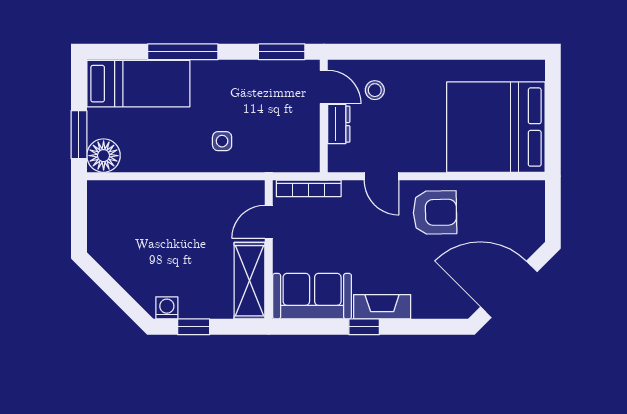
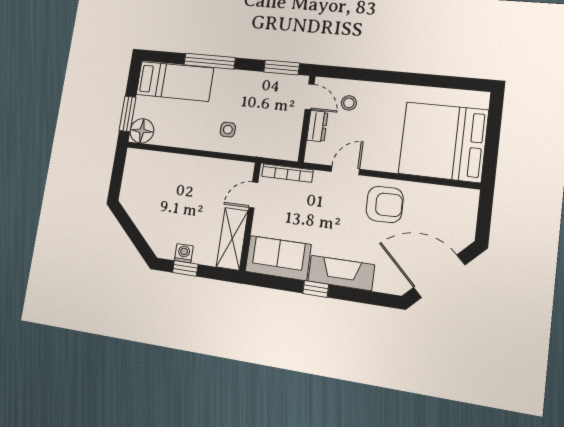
door: (382, 176) -> (345, 170), swing flipped
fireplace: (382, 307) -> (341, 273), width x1.37, depth x1.32
washing machine: (167, 308) -> (184, 253), moved

